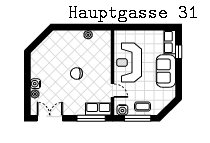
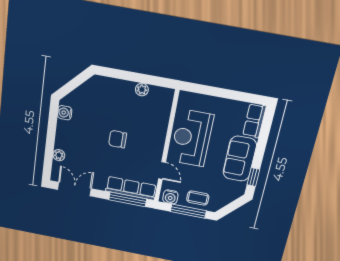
window: (179, 52) -> (253, 177), moved
water cooler: (35, 84) -> (65, 113), moved
row of seats: (98, 109) -> (131, 188), width x1.48

